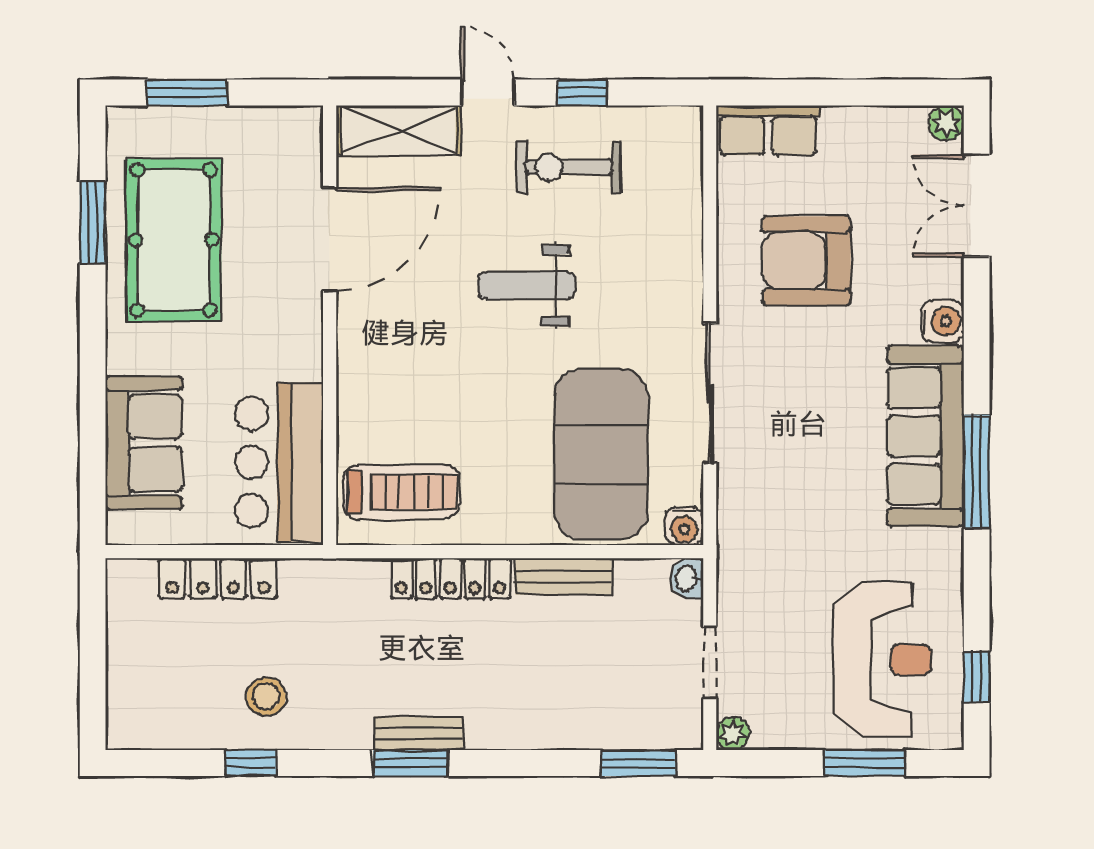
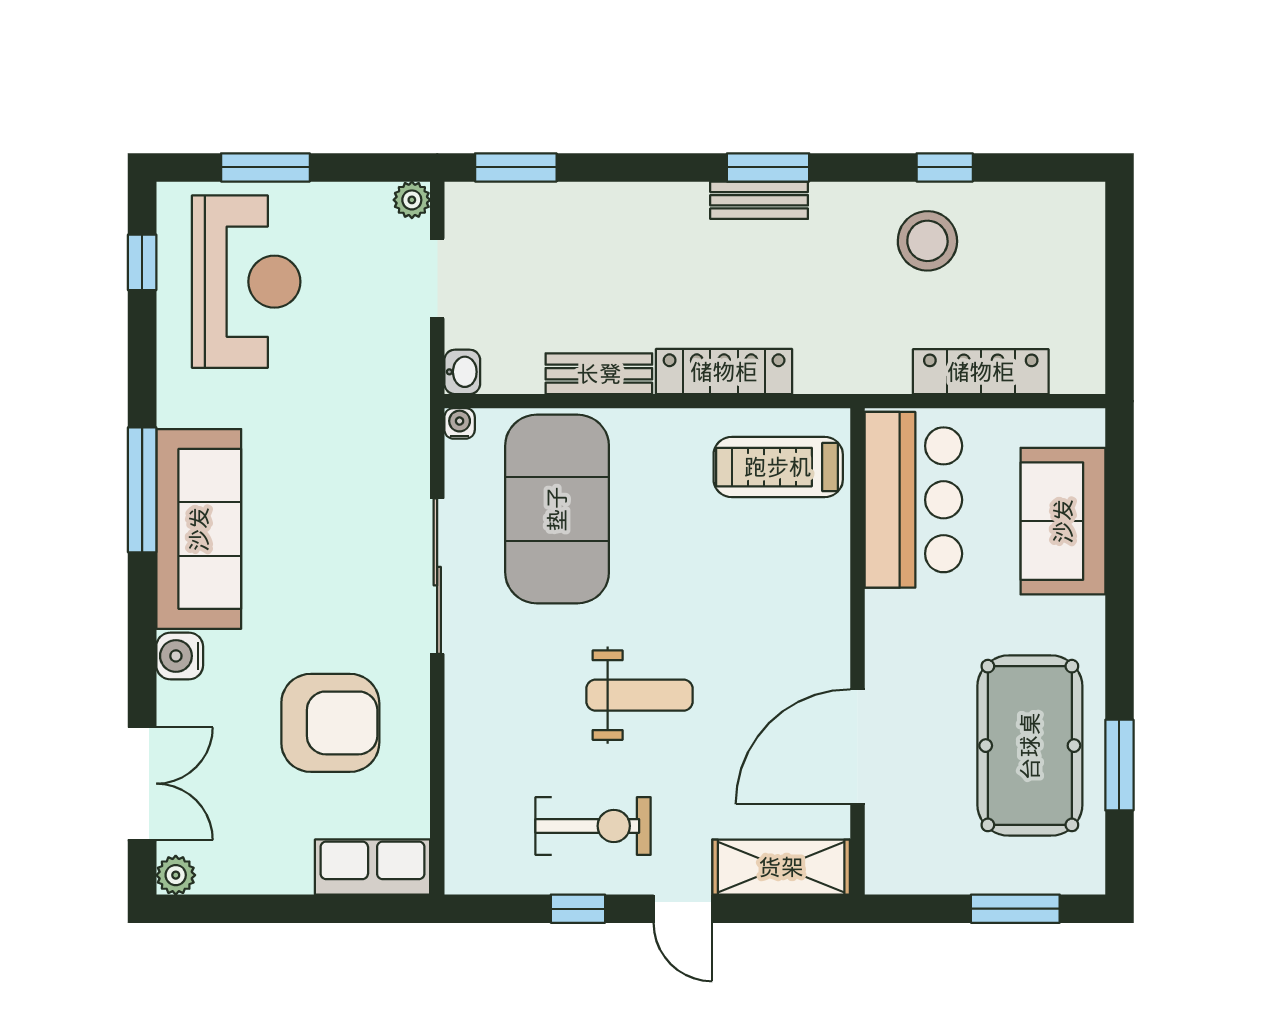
water cooler: (684, 526) -> (460, 423), width x0.72, depth x0.72
reception desk: (883, 660) -> (246, 282), turned 180
stool: (266, 697) -> (927, 241), width x1.38, depth x1.38

